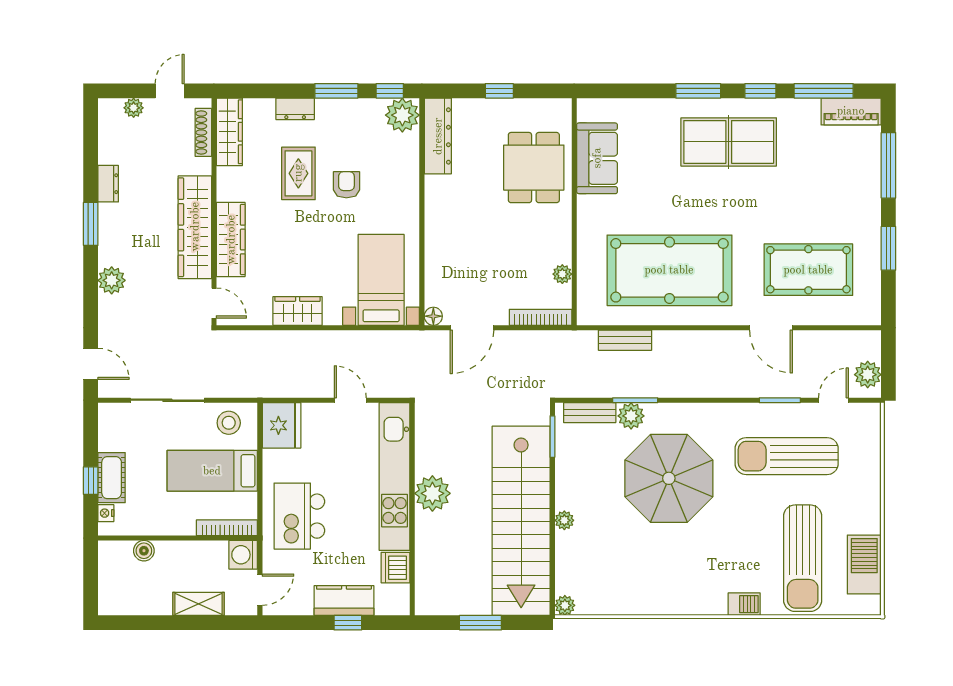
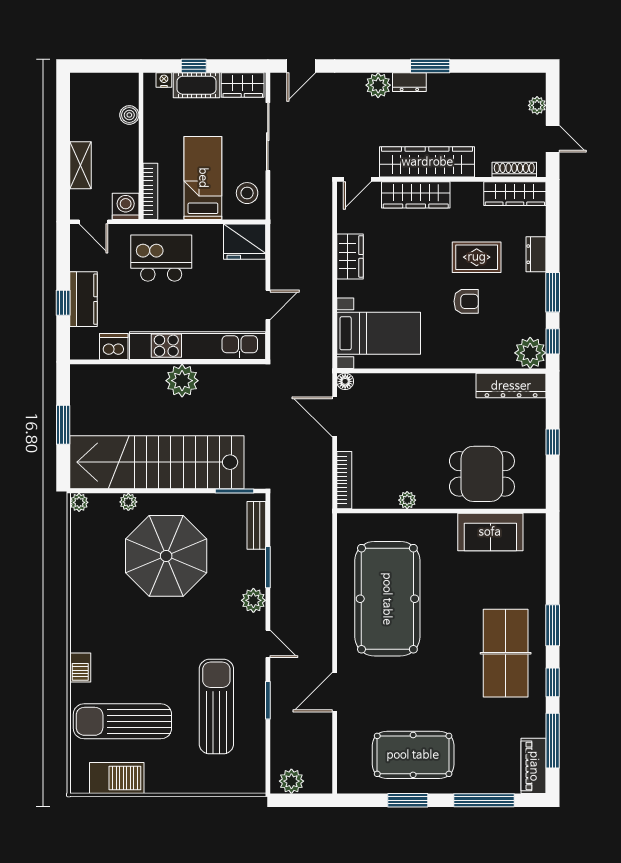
dresser: (108, 184) -> (409, 82), moved
pool table: (808, 270) -> (413, 755), moved, turned 90
plant: (562, 274) -> (407, 500), moved
bench: (625, 340) -> (323, 558), removed
door: (833, 400) -> (268, 644), moved
plant: (631, 416) -> (253, 600), moved
wardrobe: (111, 427) -> (243, 85), added
parasol: (669, 478) -> (166, 556), moved
plant: (564, 520) -> (128, 502), moved

